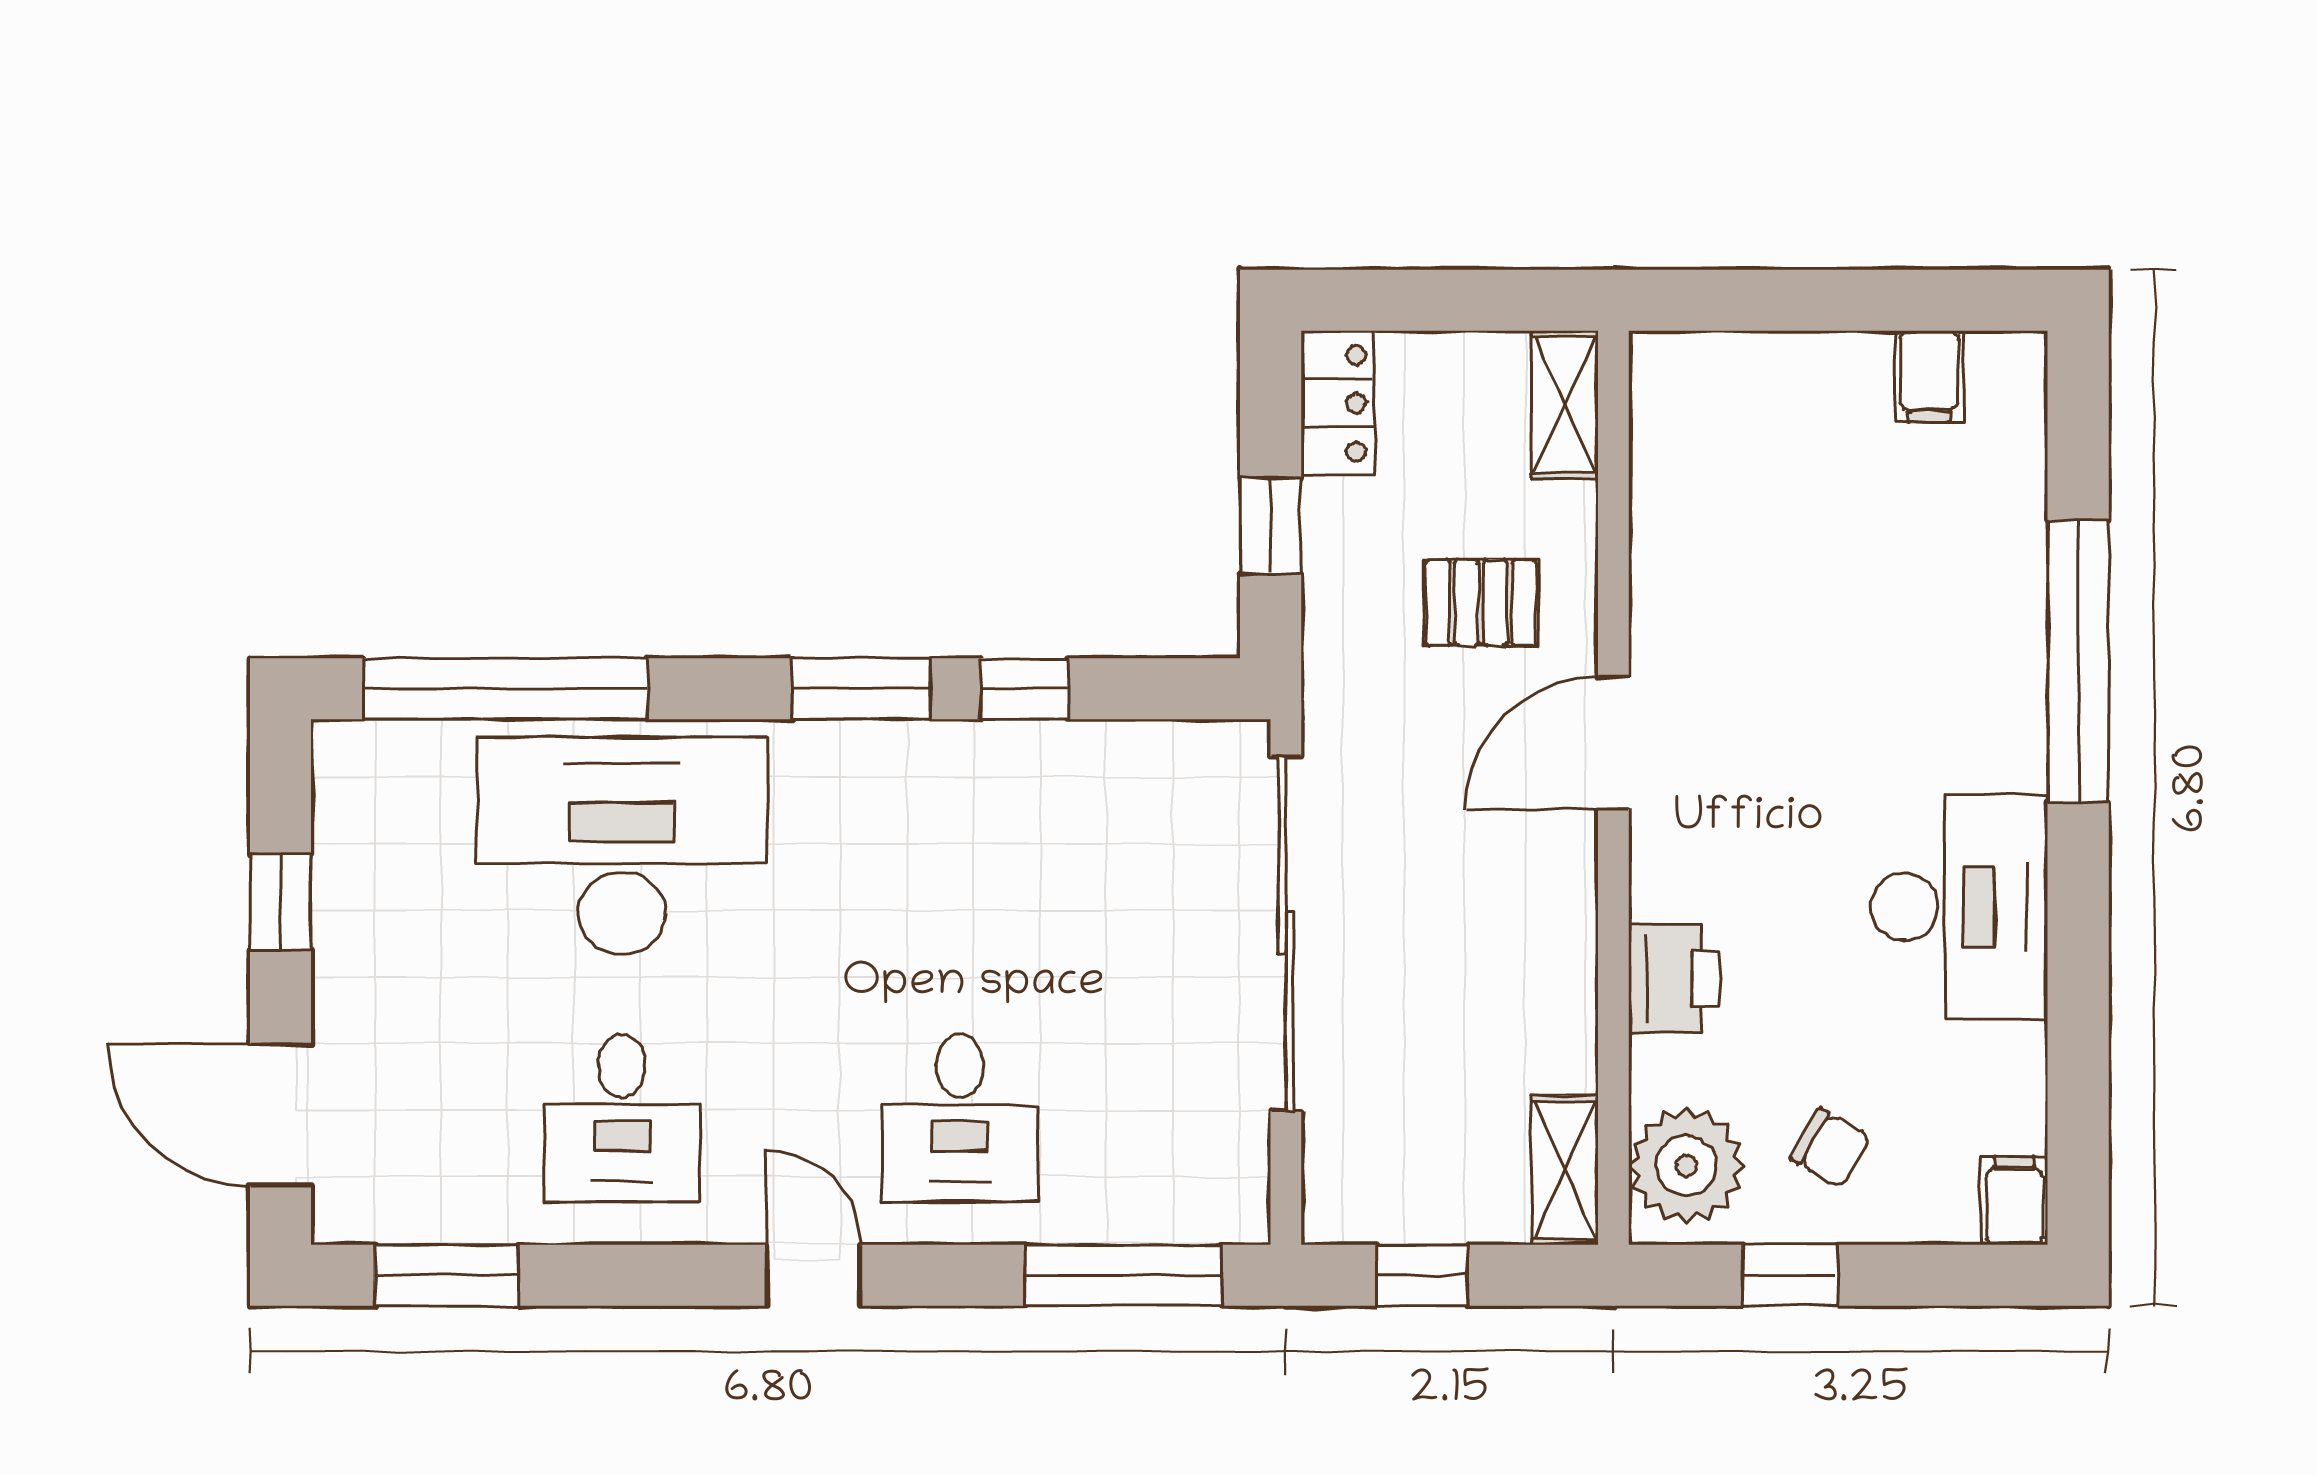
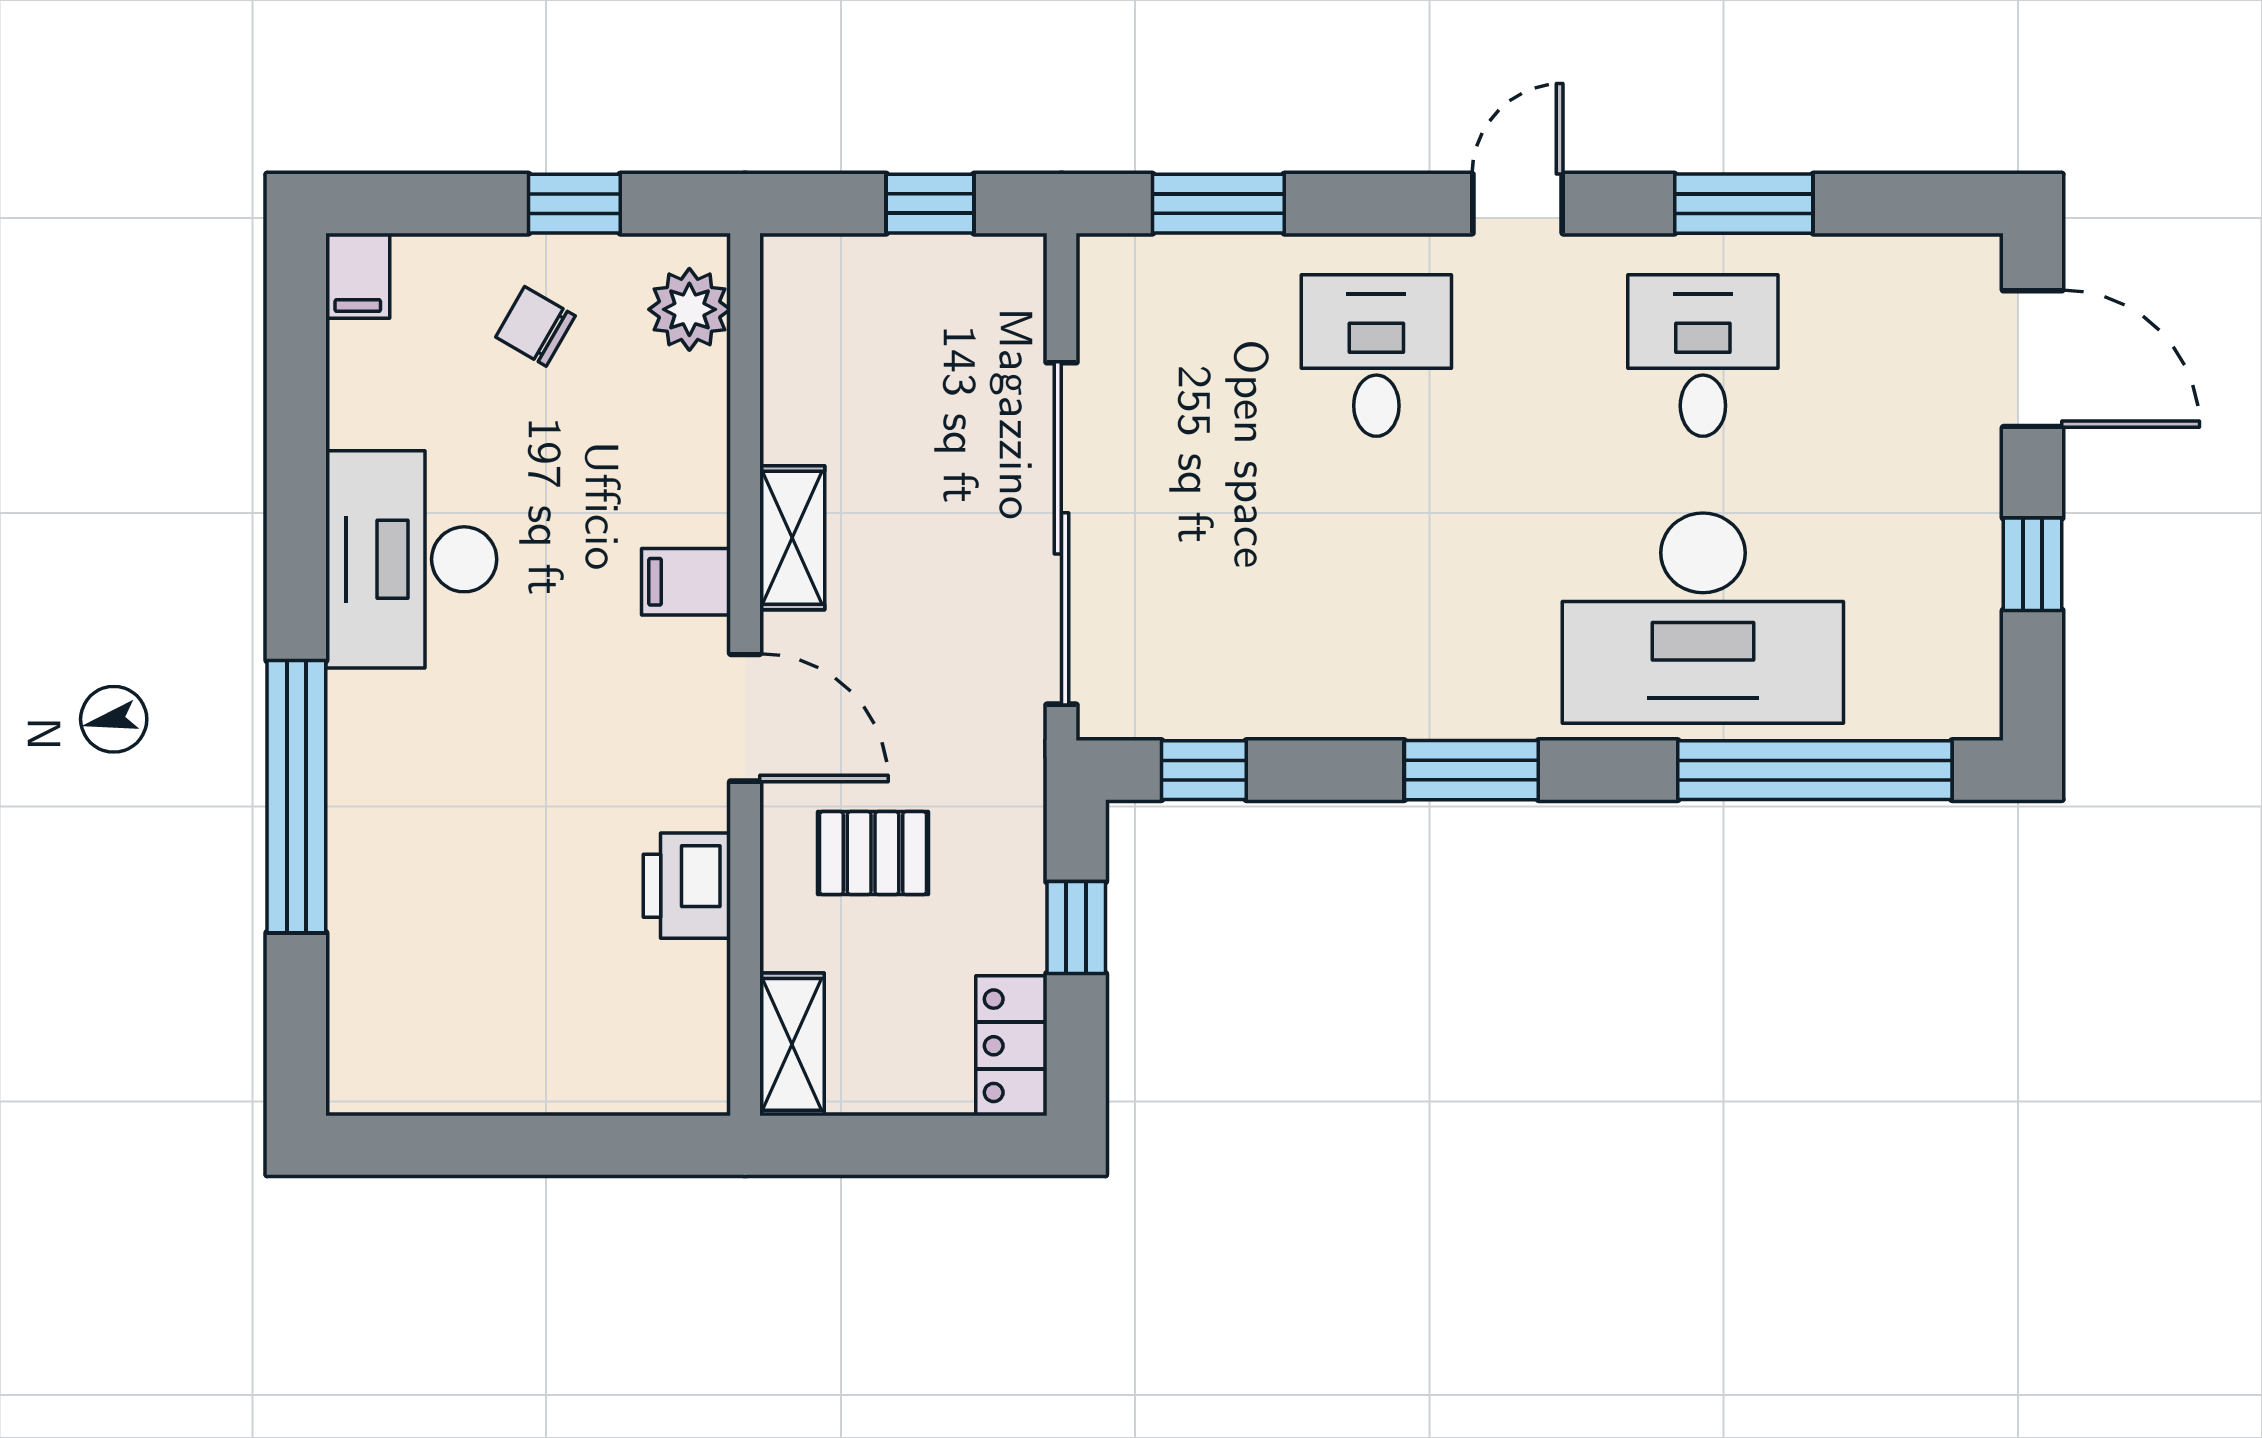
filing cabinet: (1929, 377) -> (686, 582), moved, turned -90
window: (1025, 689) -> (1204, 770), moved
door: (1613, 743) -> (745, 718), hinge flipped
printer: (1674, 979) -> (687, 886), moved
plant: (1686, 1166) -> (689, 309), width x0.73, depth x0.73
shelving: (1565, 1170) -> (792, 538), moved
window: (447, 1275) -> (1744, 204), moved
door: (814, 1275) -> (1518, 204), swing flipped
window: (1123, 1275) -> (1218, 204), width x0.69

